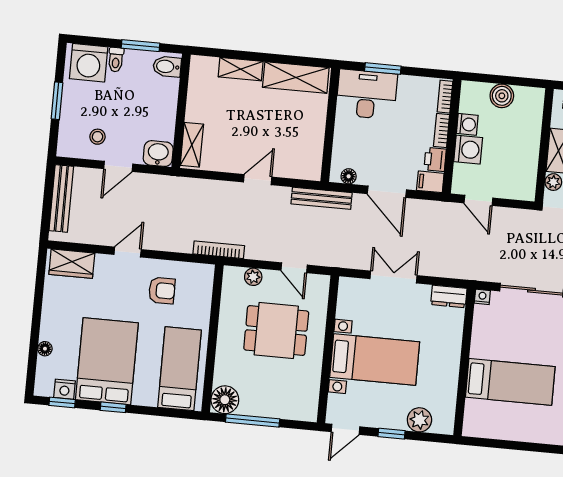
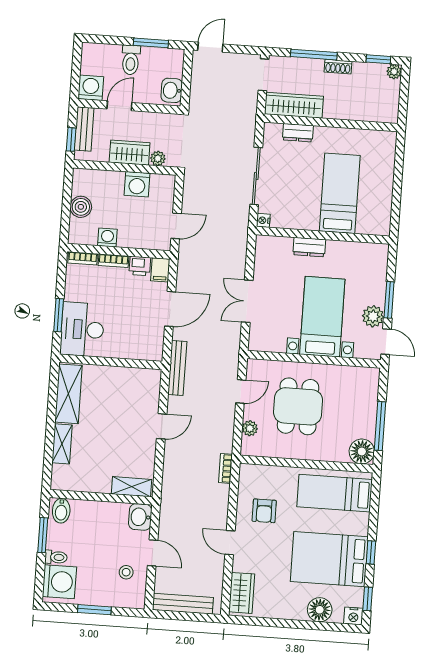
washing machine: (468, 150) -> (137, 184), moved, turned 180
floor lamp: (349, 176) -> (157, 344), removed
door: (258, 180) -> (162, 426), swing flipped
bookcase: (219, 250) -> (226, 468), width x0.64
armchair: (162, 291) -> (264, 511), turned 180
dresser: (449, 296) -> (309, 247), moved, turned 90
floor lamp: (45, 349) -> (320, 610), width x1.89, depth x1.89
nightstand: (65, 389) -> (353, 616), moved, turned 90
plant: (419, 420) -> (373, 316), moved
window: (392, 434) -> (389, 300), width x1.50

